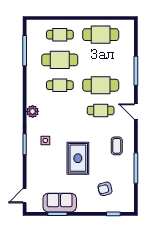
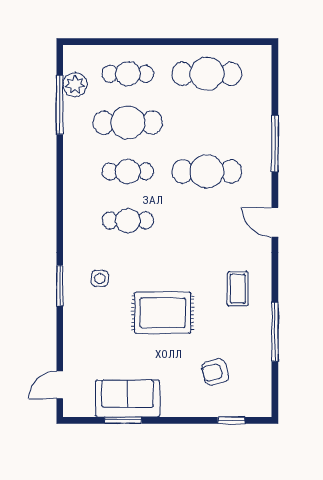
cafe table: (101, 110) -> (128, 220), moved
plant: (33, 111) -> (75, 85), moved
rug: (78, 158) -> (163, 313), turned 90

